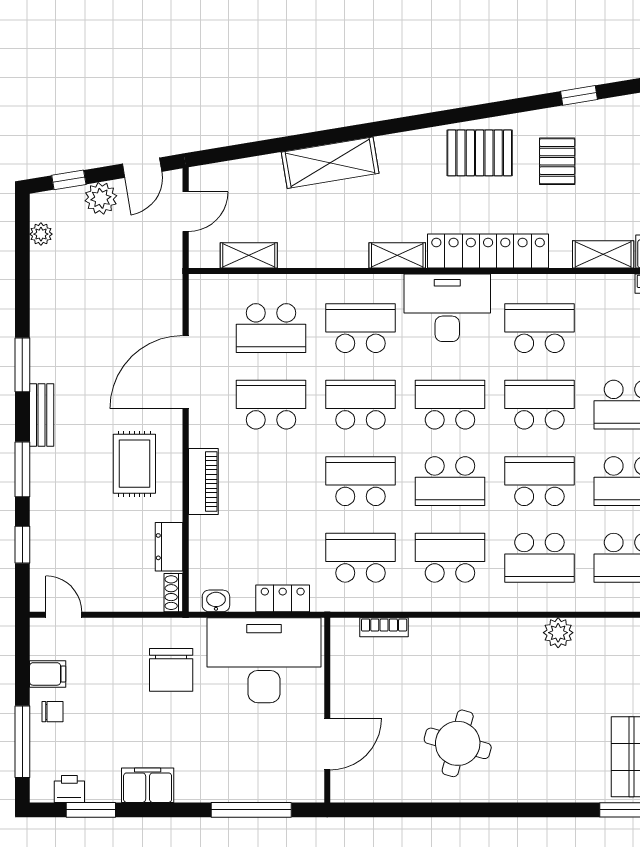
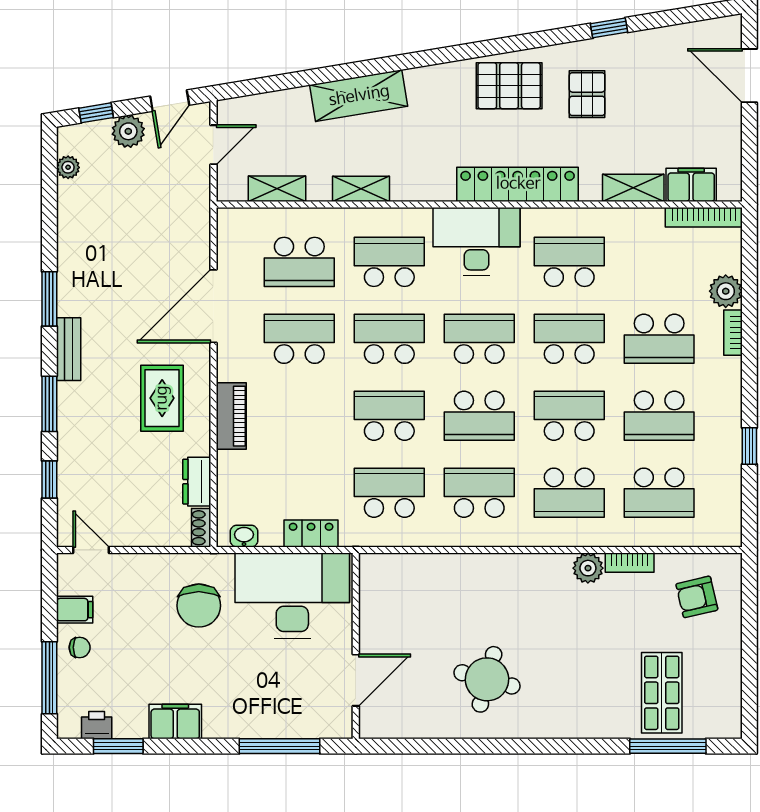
shelving: (397, 255) -> (361, 189), moved
bookcase: (384, 627) -> (630, 563), moved

